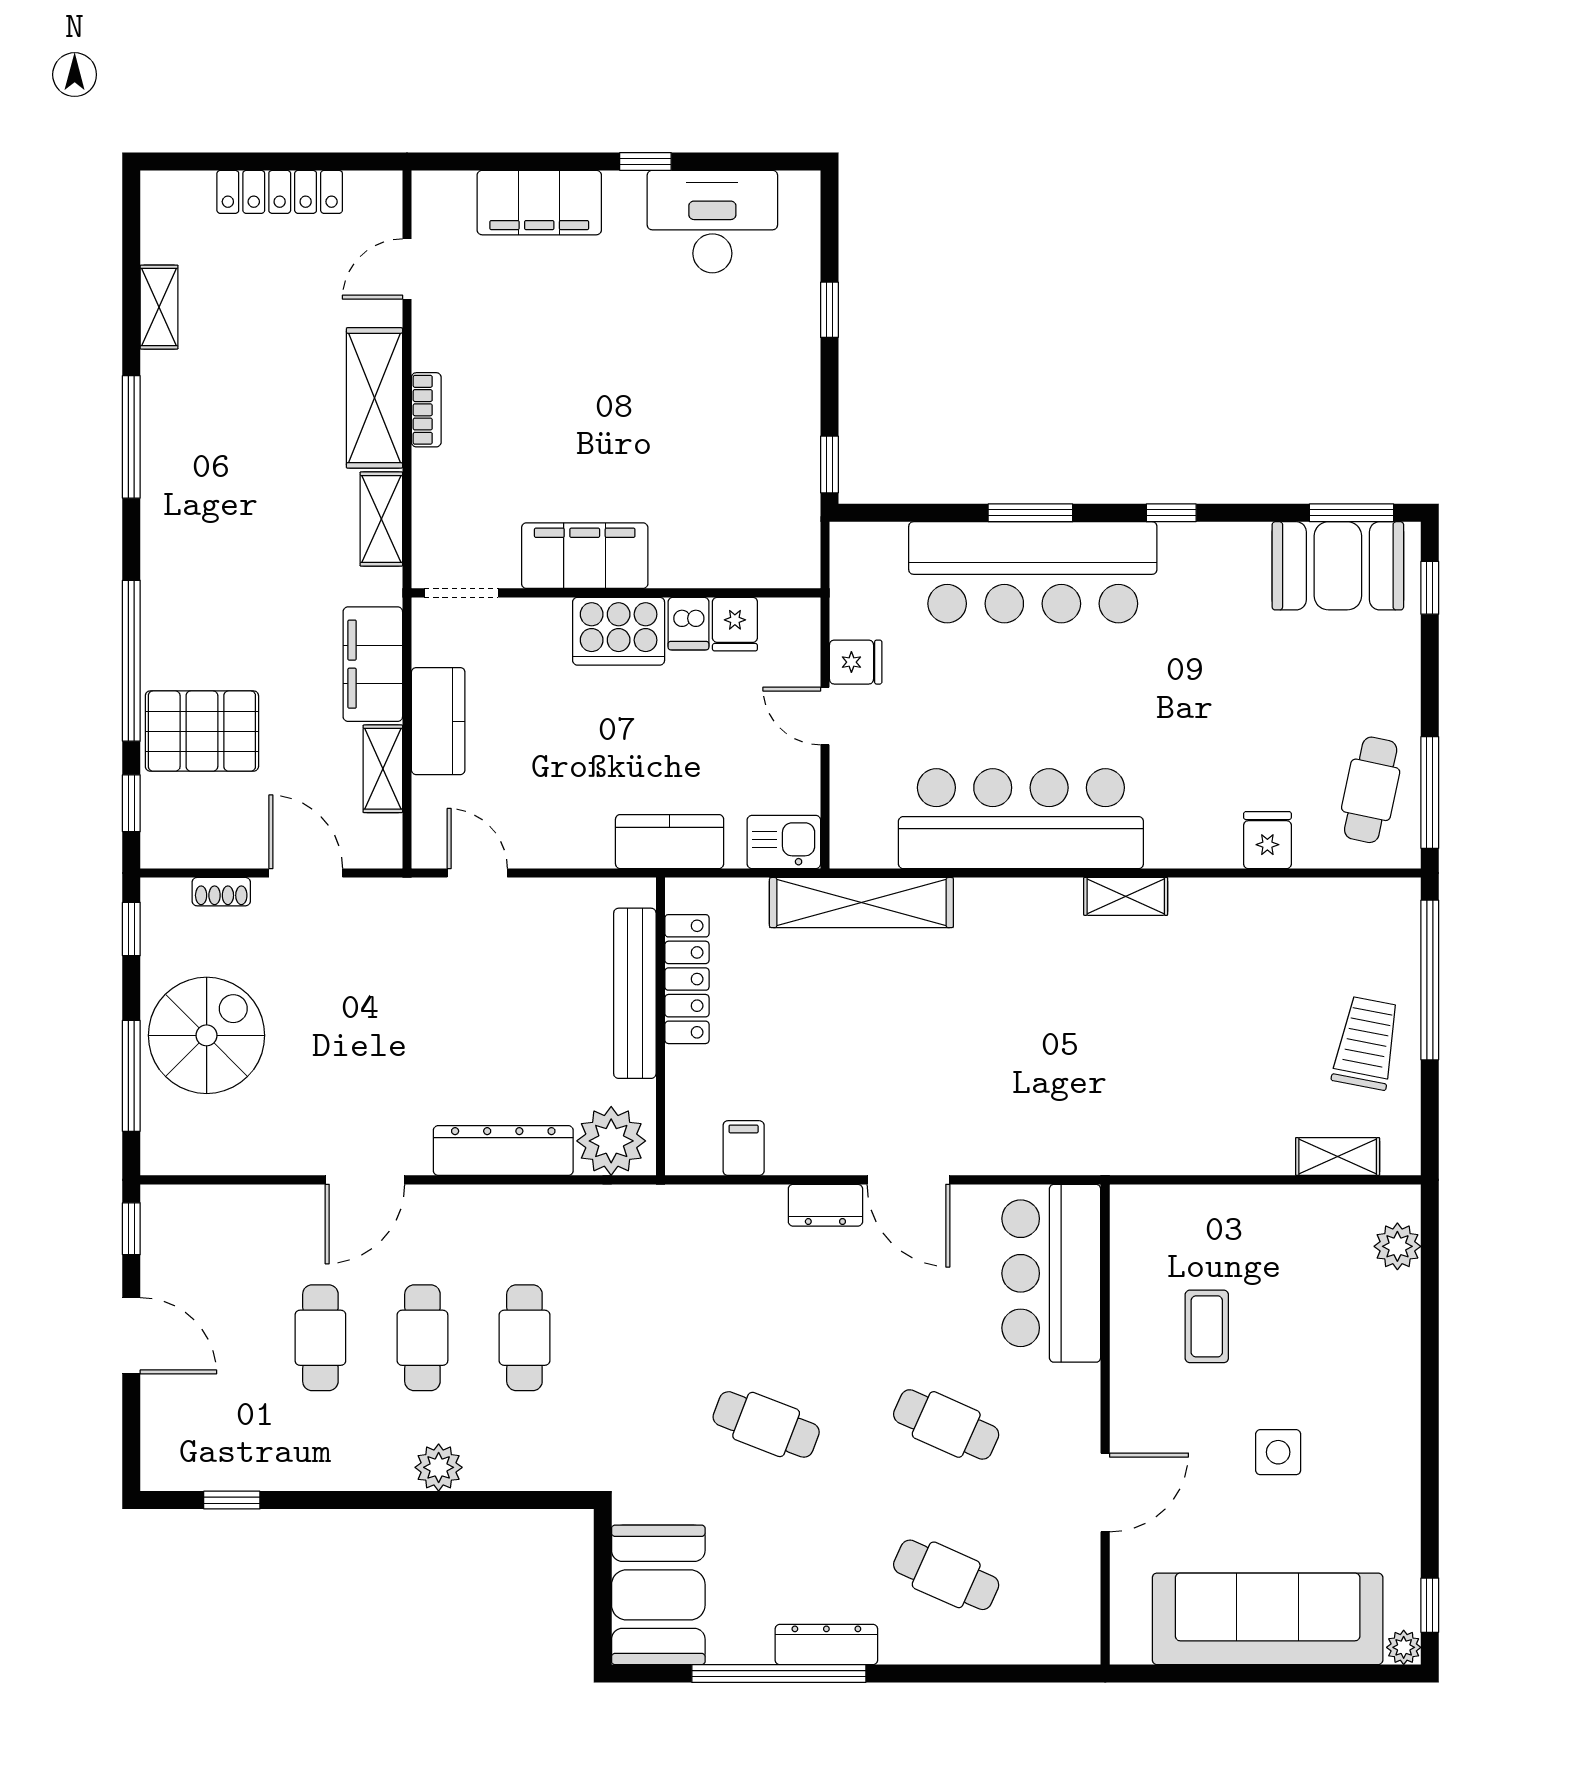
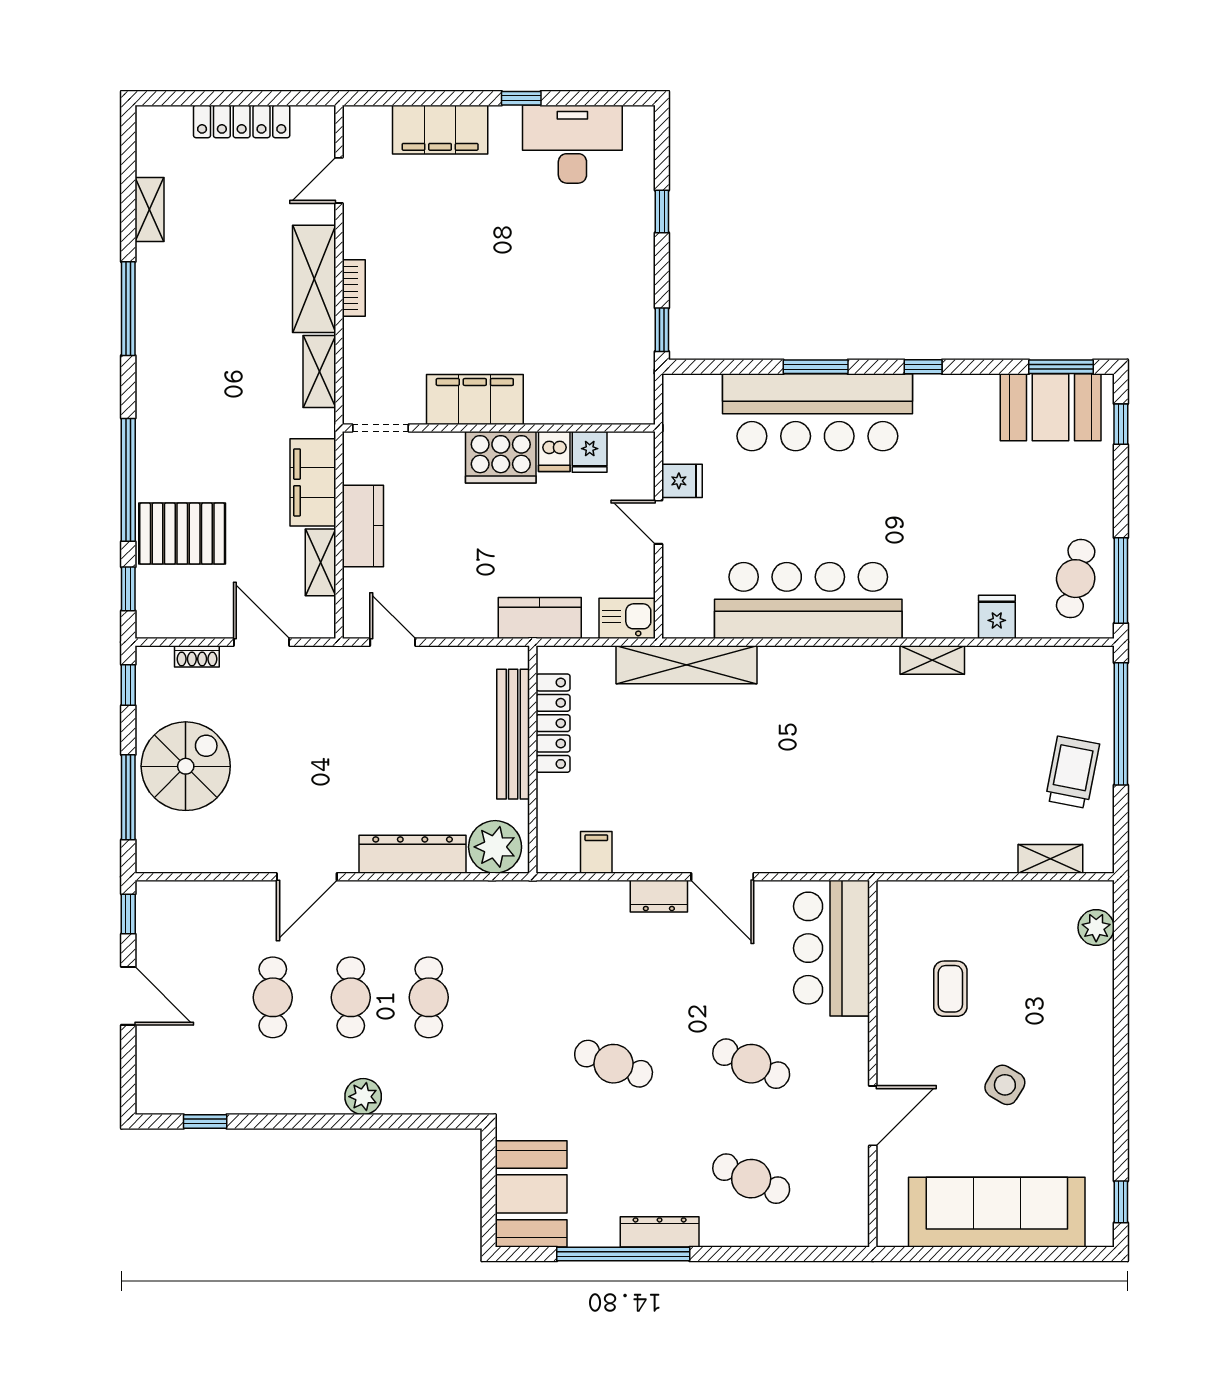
shelving: (1126, 896) -> (932, 660), moved
side table: (1278, 1452) -> (1005, 1085), turned 31
plant: (1404, 1647) -> (1101, 1234), removed

